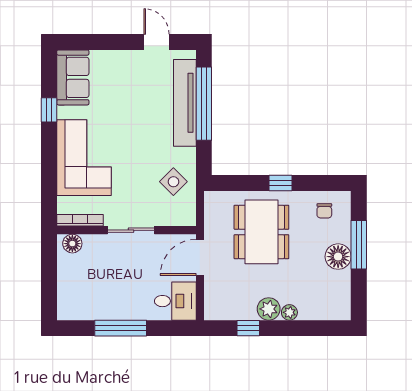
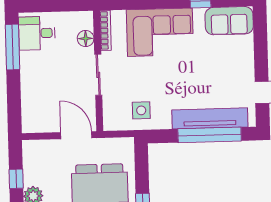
side table: (173, 182) -> (141, 110), turned 45
floor lamp: (72, 244) -> (86, 38), moved
desk: (175, 301) -> (37, 33), moved, turned 90
window: (121, 328) -> (12, 47), moved

